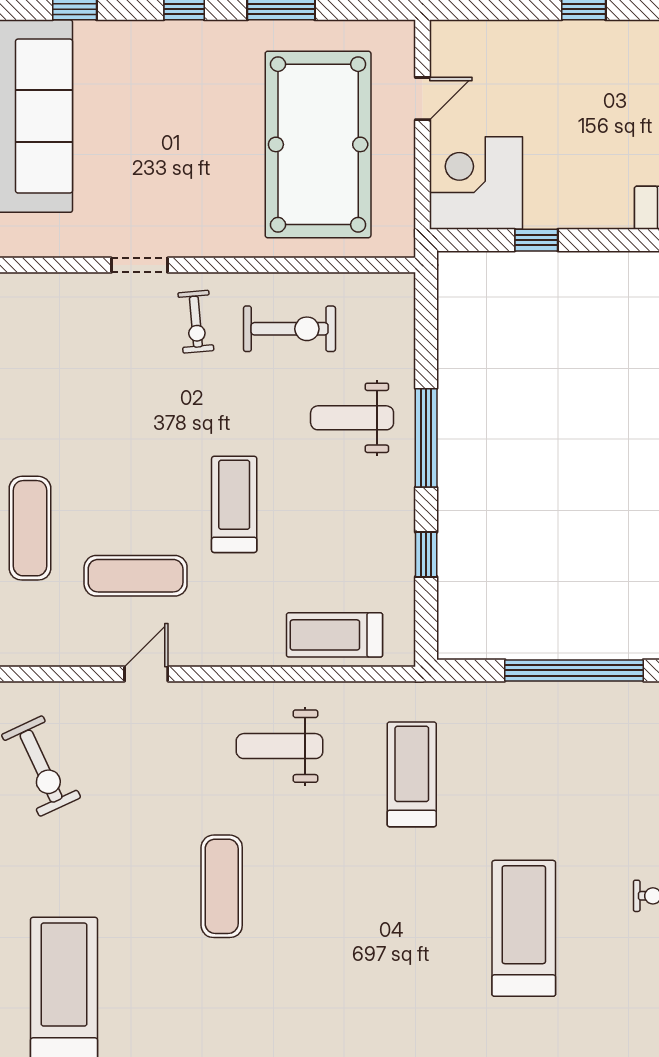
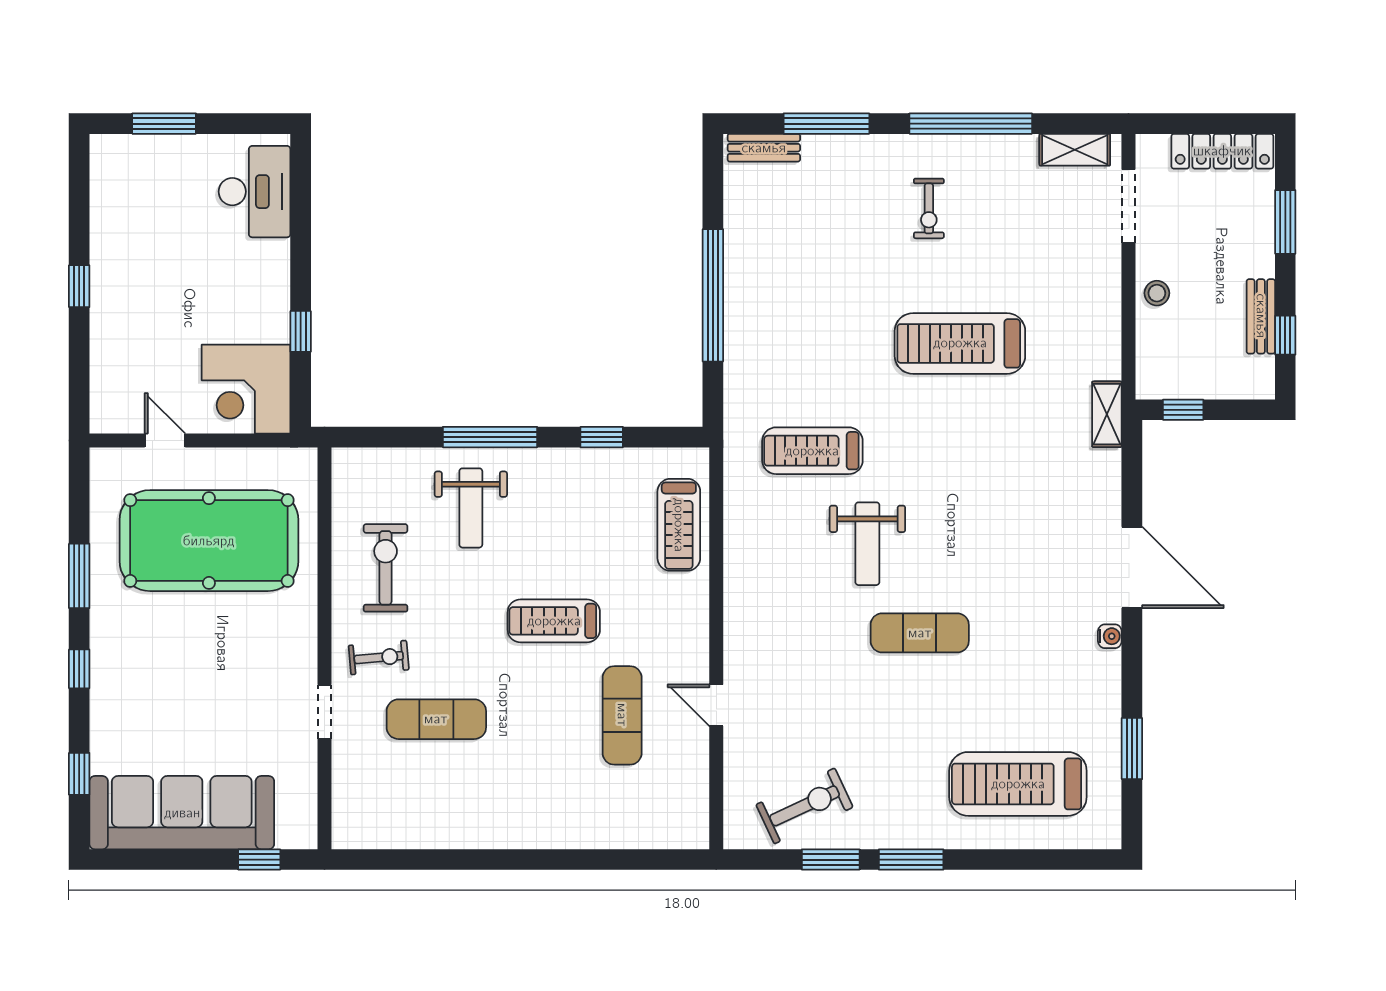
exercise mat: (30, 528) -> (436, 719), moved
weight bench: (280, 746) -> (867, 544), moved

